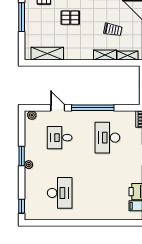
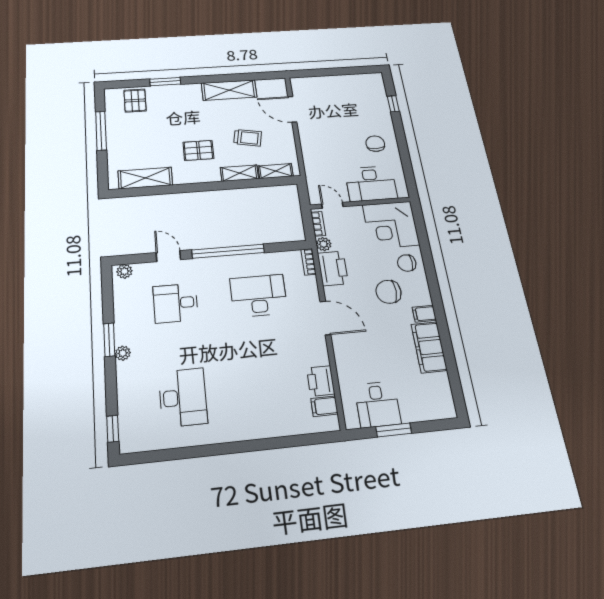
pallet: (70, 18) -> (198, 150), moved
desk: (107, 138) -> (259, 296), turned 90

